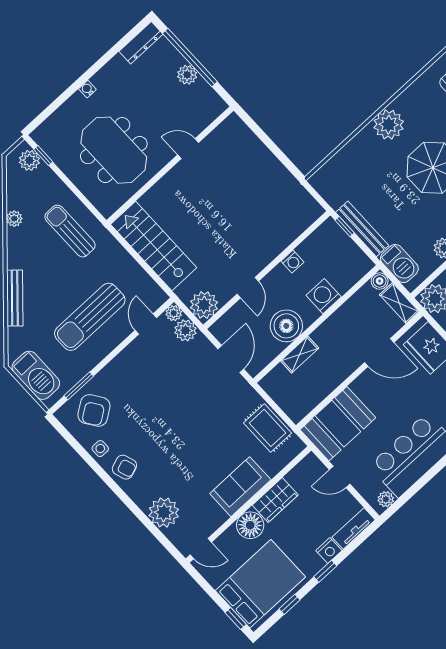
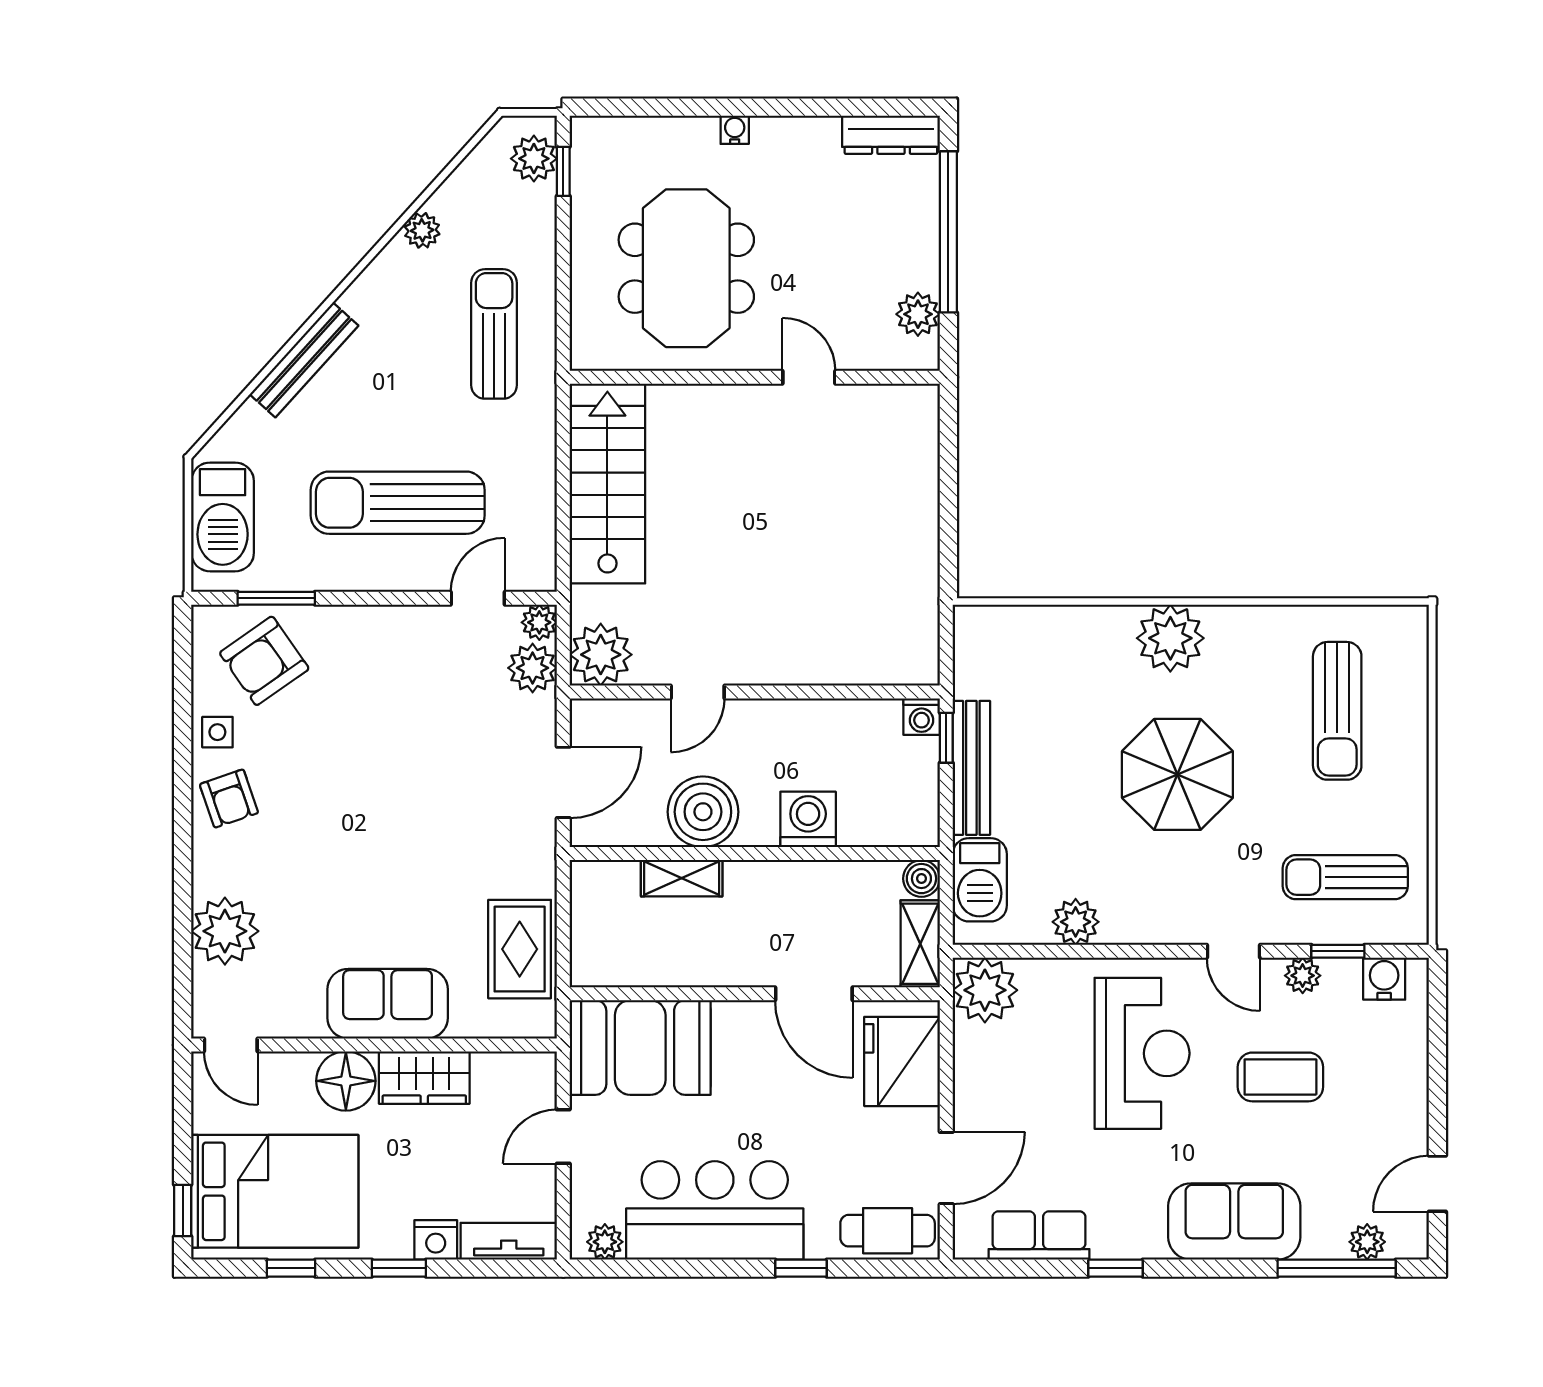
plant: (187, 75) -> (918, 314), moved
washing machine: (292, 262) -> (922, 717), moved
door: (340, 477) -> (563, 1136), hinge flipped

